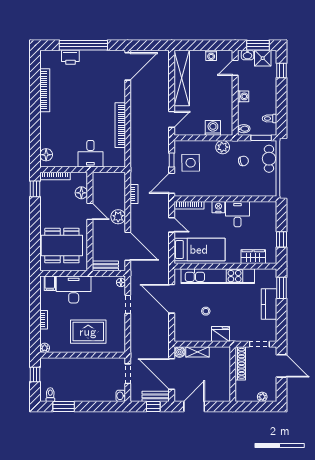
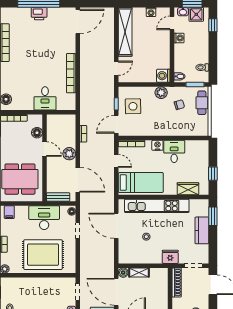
printer: (70, 57) -> (39, 14), moved
washing machine: (243, 96) -> (179, 38), moved
washing machine: (213, 128) -> (163, 76), moved, turned -90
desk: (74, 289) -> (44, 218), moved
rug: (88, 332) -> (43, 255), width x1.37, depth x1.44
fridge: (221, 334) -> (170, 257), moved

